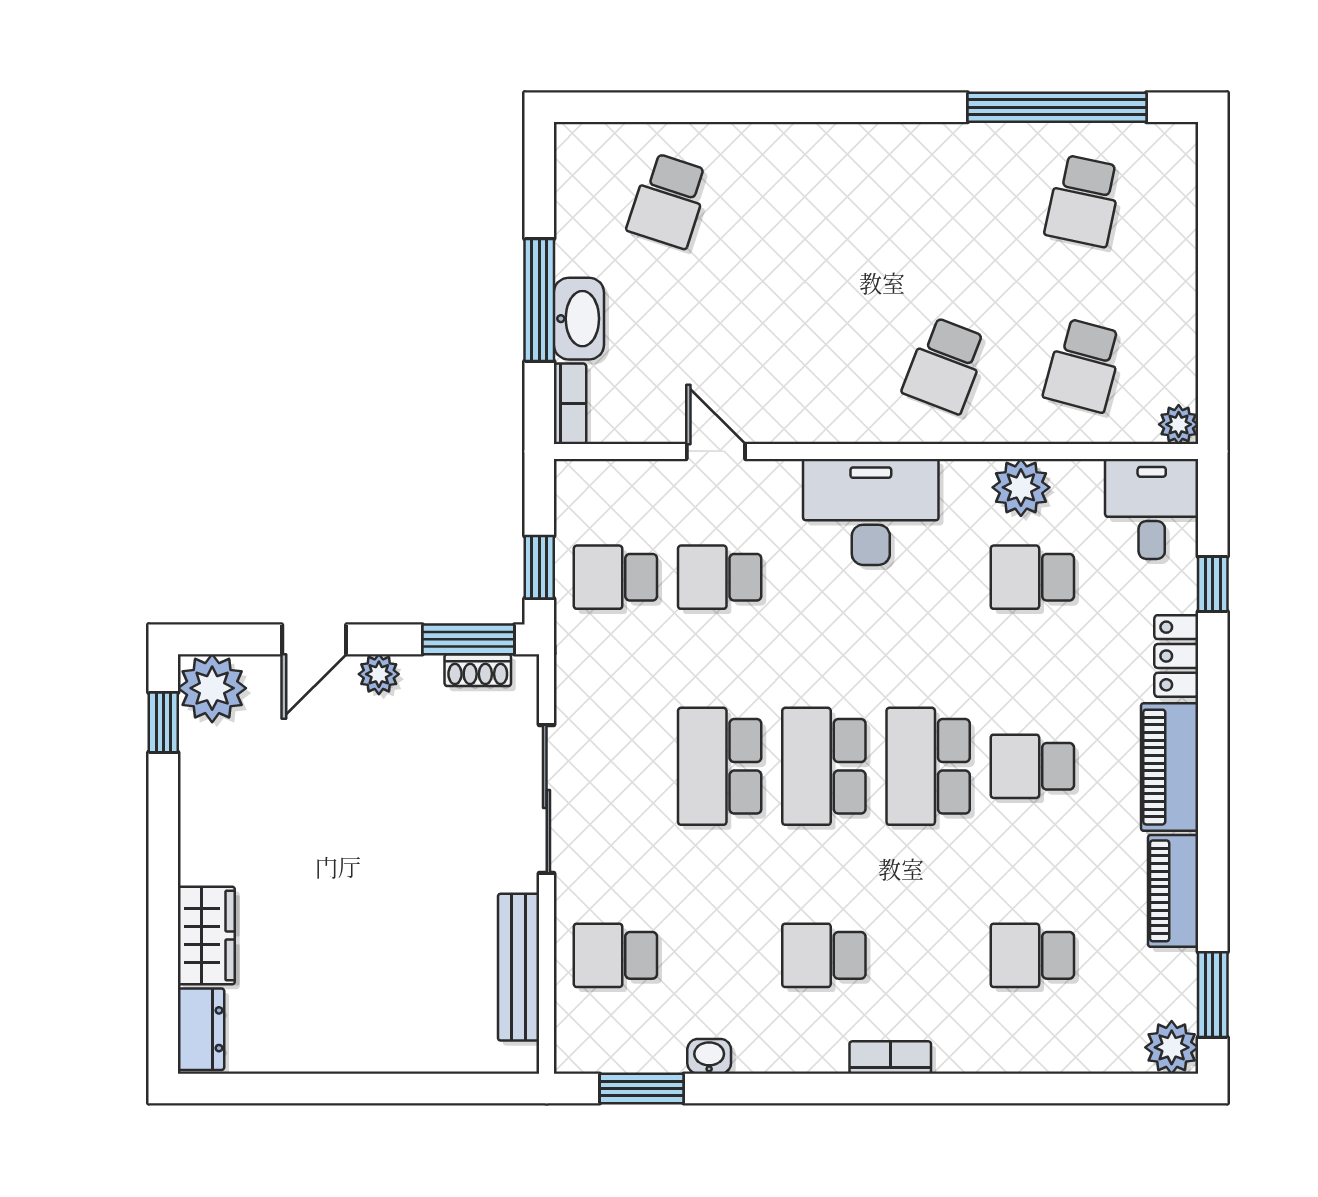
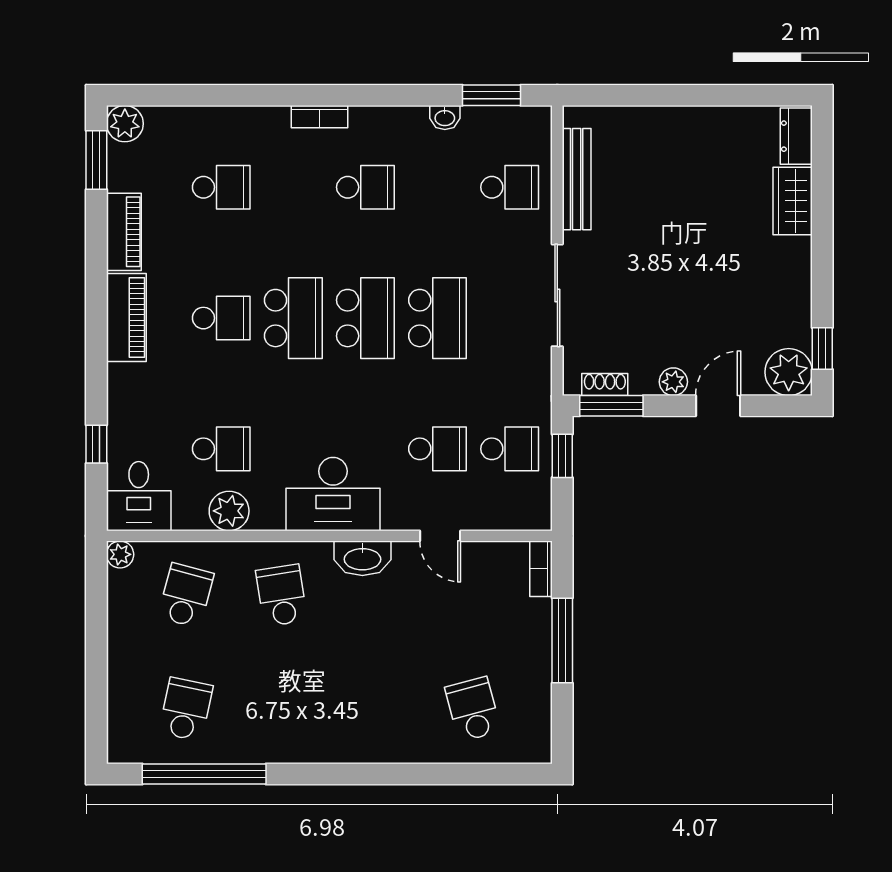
school desk: (669, 201) -> (473, 709), turned -33
washbasin: (579, 319) -> (362, 558), moved, turned -90
school desk: (945, 365) -> (282, 595), turned -30
locker: (1176, 656) -> (122, 394), removed

